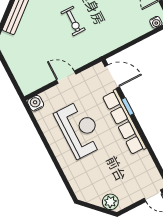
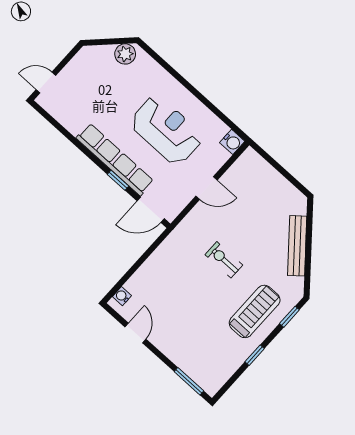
reception desk: (80, 129) -> (166, 130), turned 180
plant: (110, 202) -> (125, 54), moved

